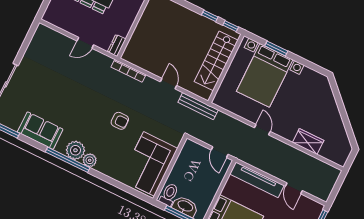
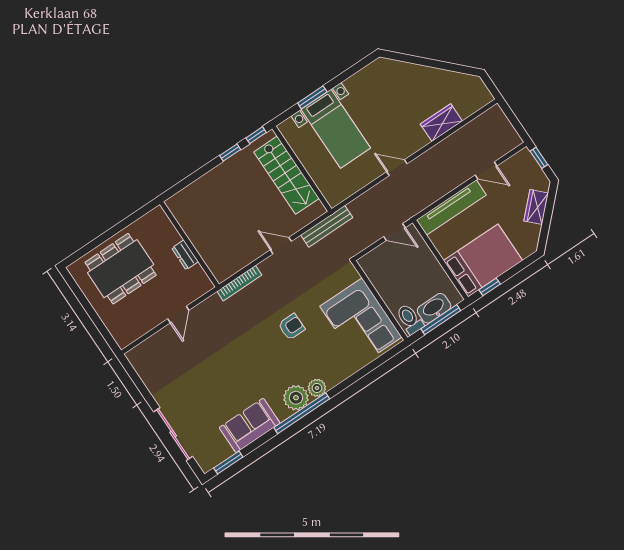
dresser: (117, 45) -> (185, 255), moved
bed with nightstands: (265, 75) -> (336, 129), width x0.73

